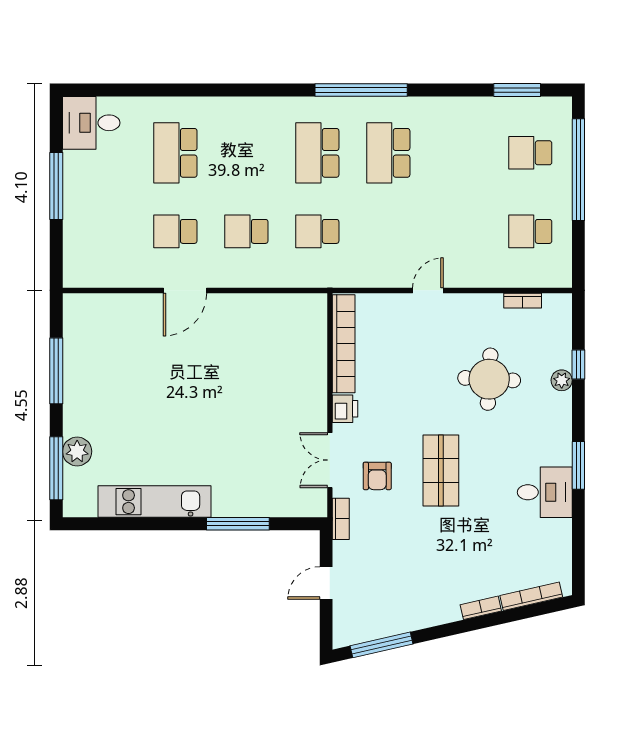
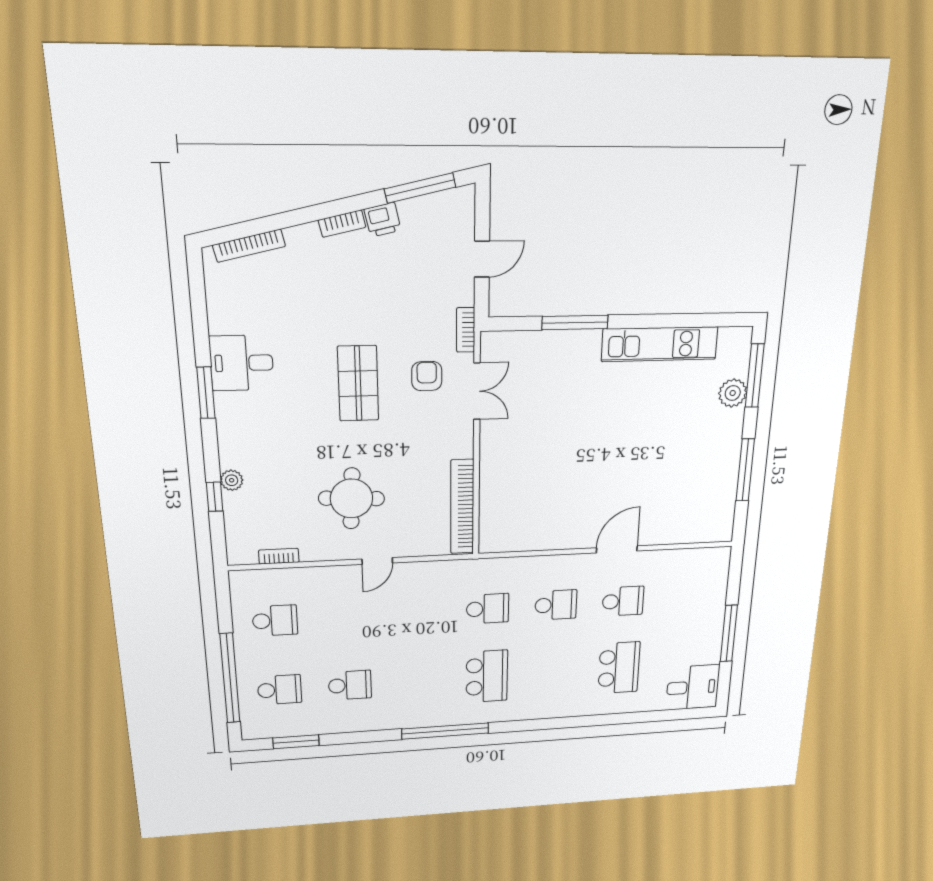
school desk: (388, 153) -> (350, 685), moved, width x0.54
round table: (489, 379) -> (352, 498), moved
printer: (345, 409) -> (383, 220), moved, turned -103
bookcase: (481, 608) -> (342, 224), moved

